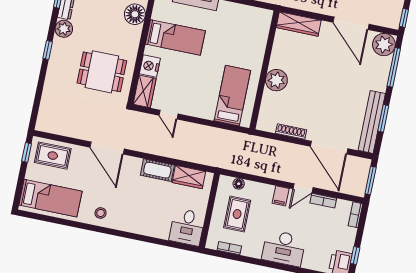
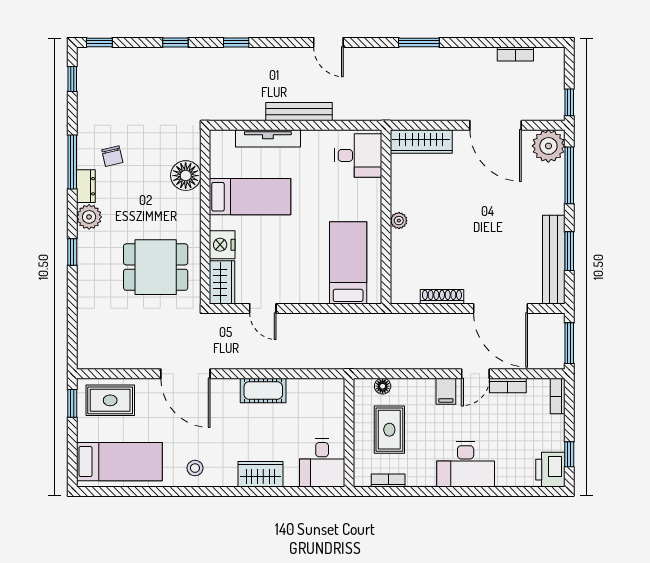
desk: (254, 25) -> (358, 155), added
plant: (276, 80) -> (399, 221), width x0.53, depth x0.53
wardrobe: (189, 177) -> (260, 474), moved, turned 180

